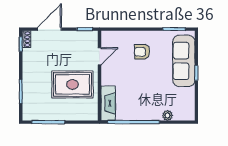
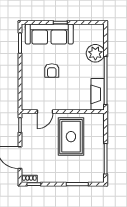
armchair: (142, 52) -> (52, 71), moved
door: (100, 56) -> (45, 112), swing flipped
fireplace: (108, 103) -> (98, 94), moved, turned -90
plant: (167, 115) -> (95, 53), width x1.88, depth x1.88

